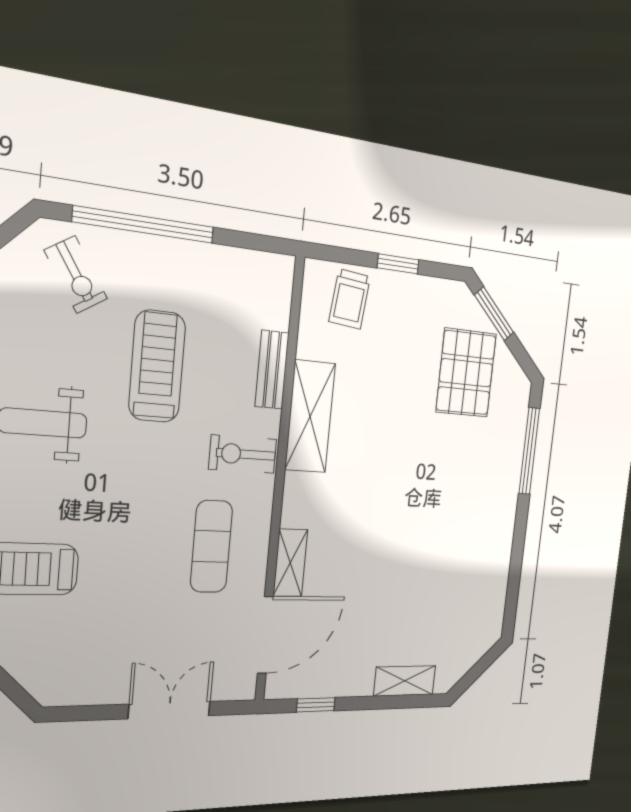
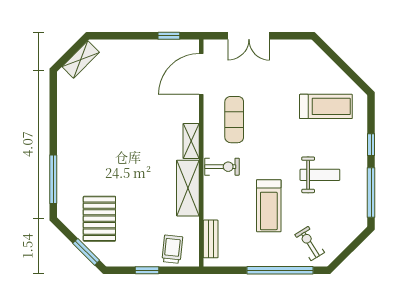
bench: (272, 370) -> (211, 239), moved
shelving: (290, 563) -> (191, 141), moved
shelving: (405, 681) -> (81, 59), moved, turned -45

